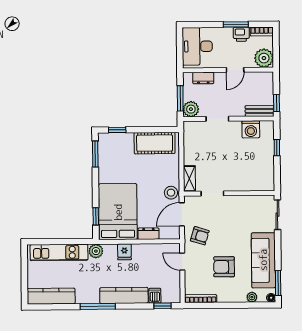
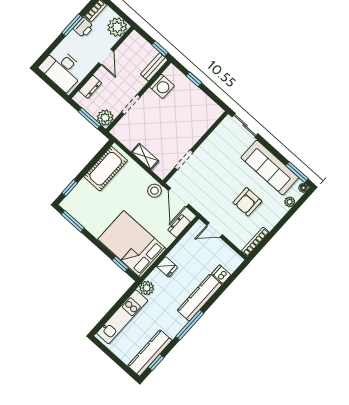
shelving: (189, 179) -> (145, 156), moved
dresser: (148, 234) -> (179, 226), moved
armchair: (200, 236) -> (207, 199), removed
window: (163, 306) -> (156, 362), moved

